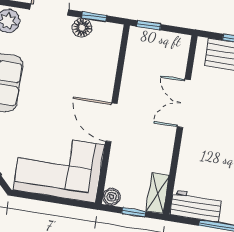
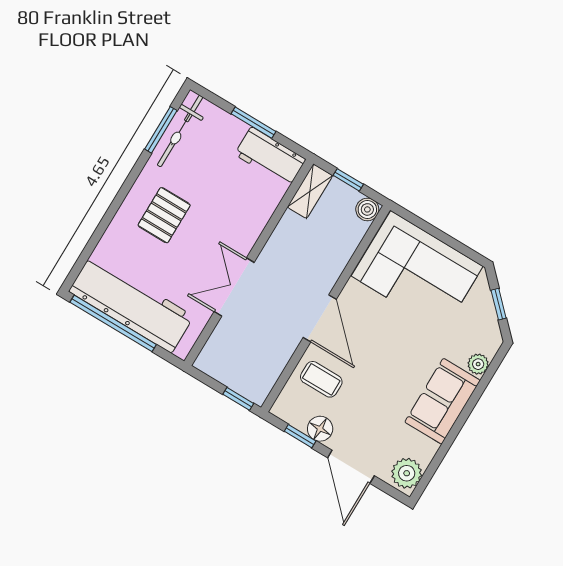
coffee table: (95, 63) -> (321, 379), added
double door: (184, 103) -> (234, 287), swing flipped
door: (111, 122) -> (320, 318), moved

